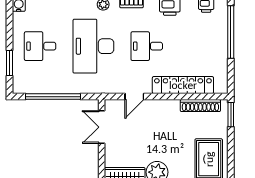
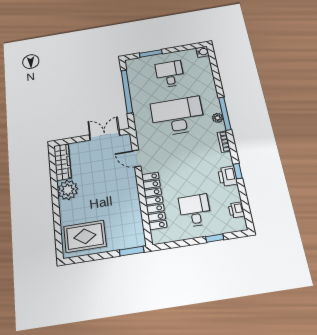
window: (231, 32) -> (215, 238), width x0.32
desk: (147, 46) -> (195, 210), moved
shoe rack: (200, 106) -> (137, 220), removed

